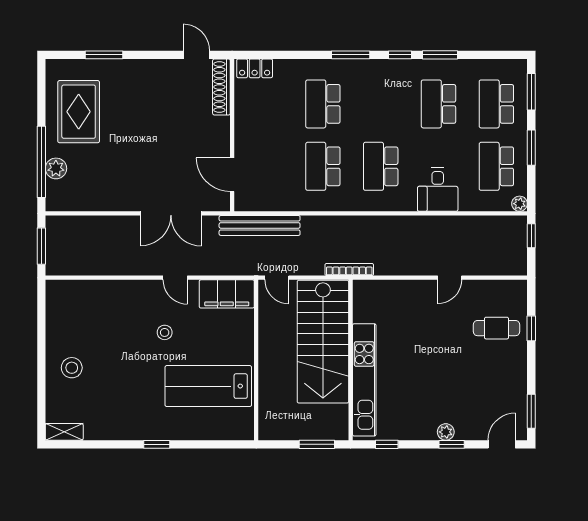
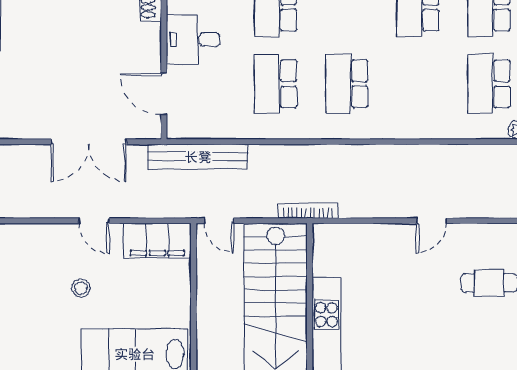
desk: (438, 190) -> (193, 39), moved, turned 90

